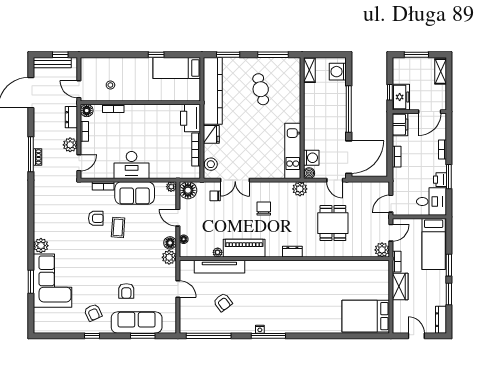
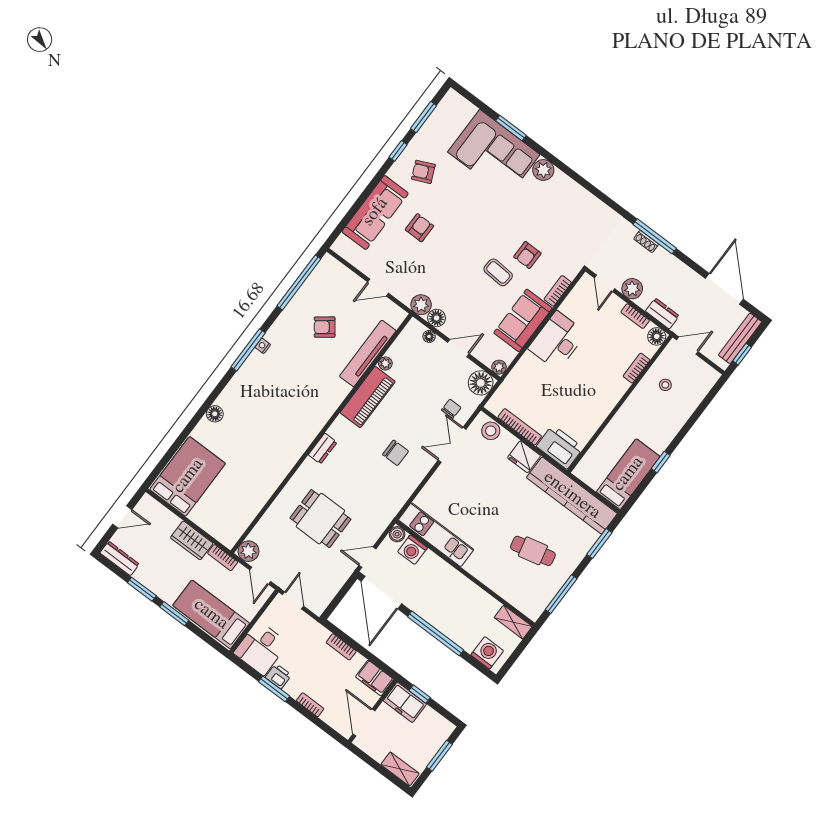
plant: (300, 189) -> (387, 510), removed
armchair: (126, 291) -> (419, 228), turned 90
floor lamp: (319, 327) -> (215, 414), added
window: (143, 336) -> (424, 117), moved

